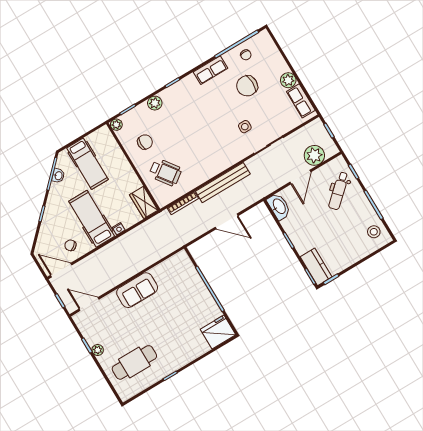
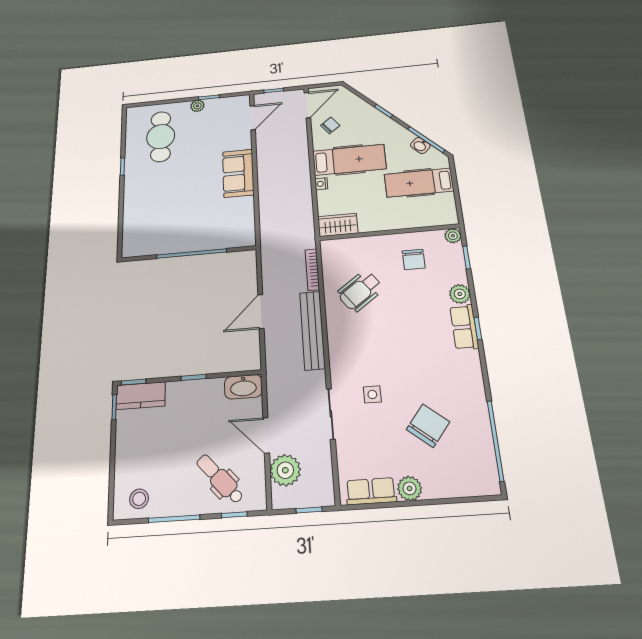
chair: (246, 55) -> (474, 446), removed
row of seats: (211, 70) -> (464, 327), moved
chair: (247, 86) -> (428, 426), turned 39
wheelchair: (165, 172) -> (360, 291), moved
fridge: (218, 332) -> (137, 240), removed

